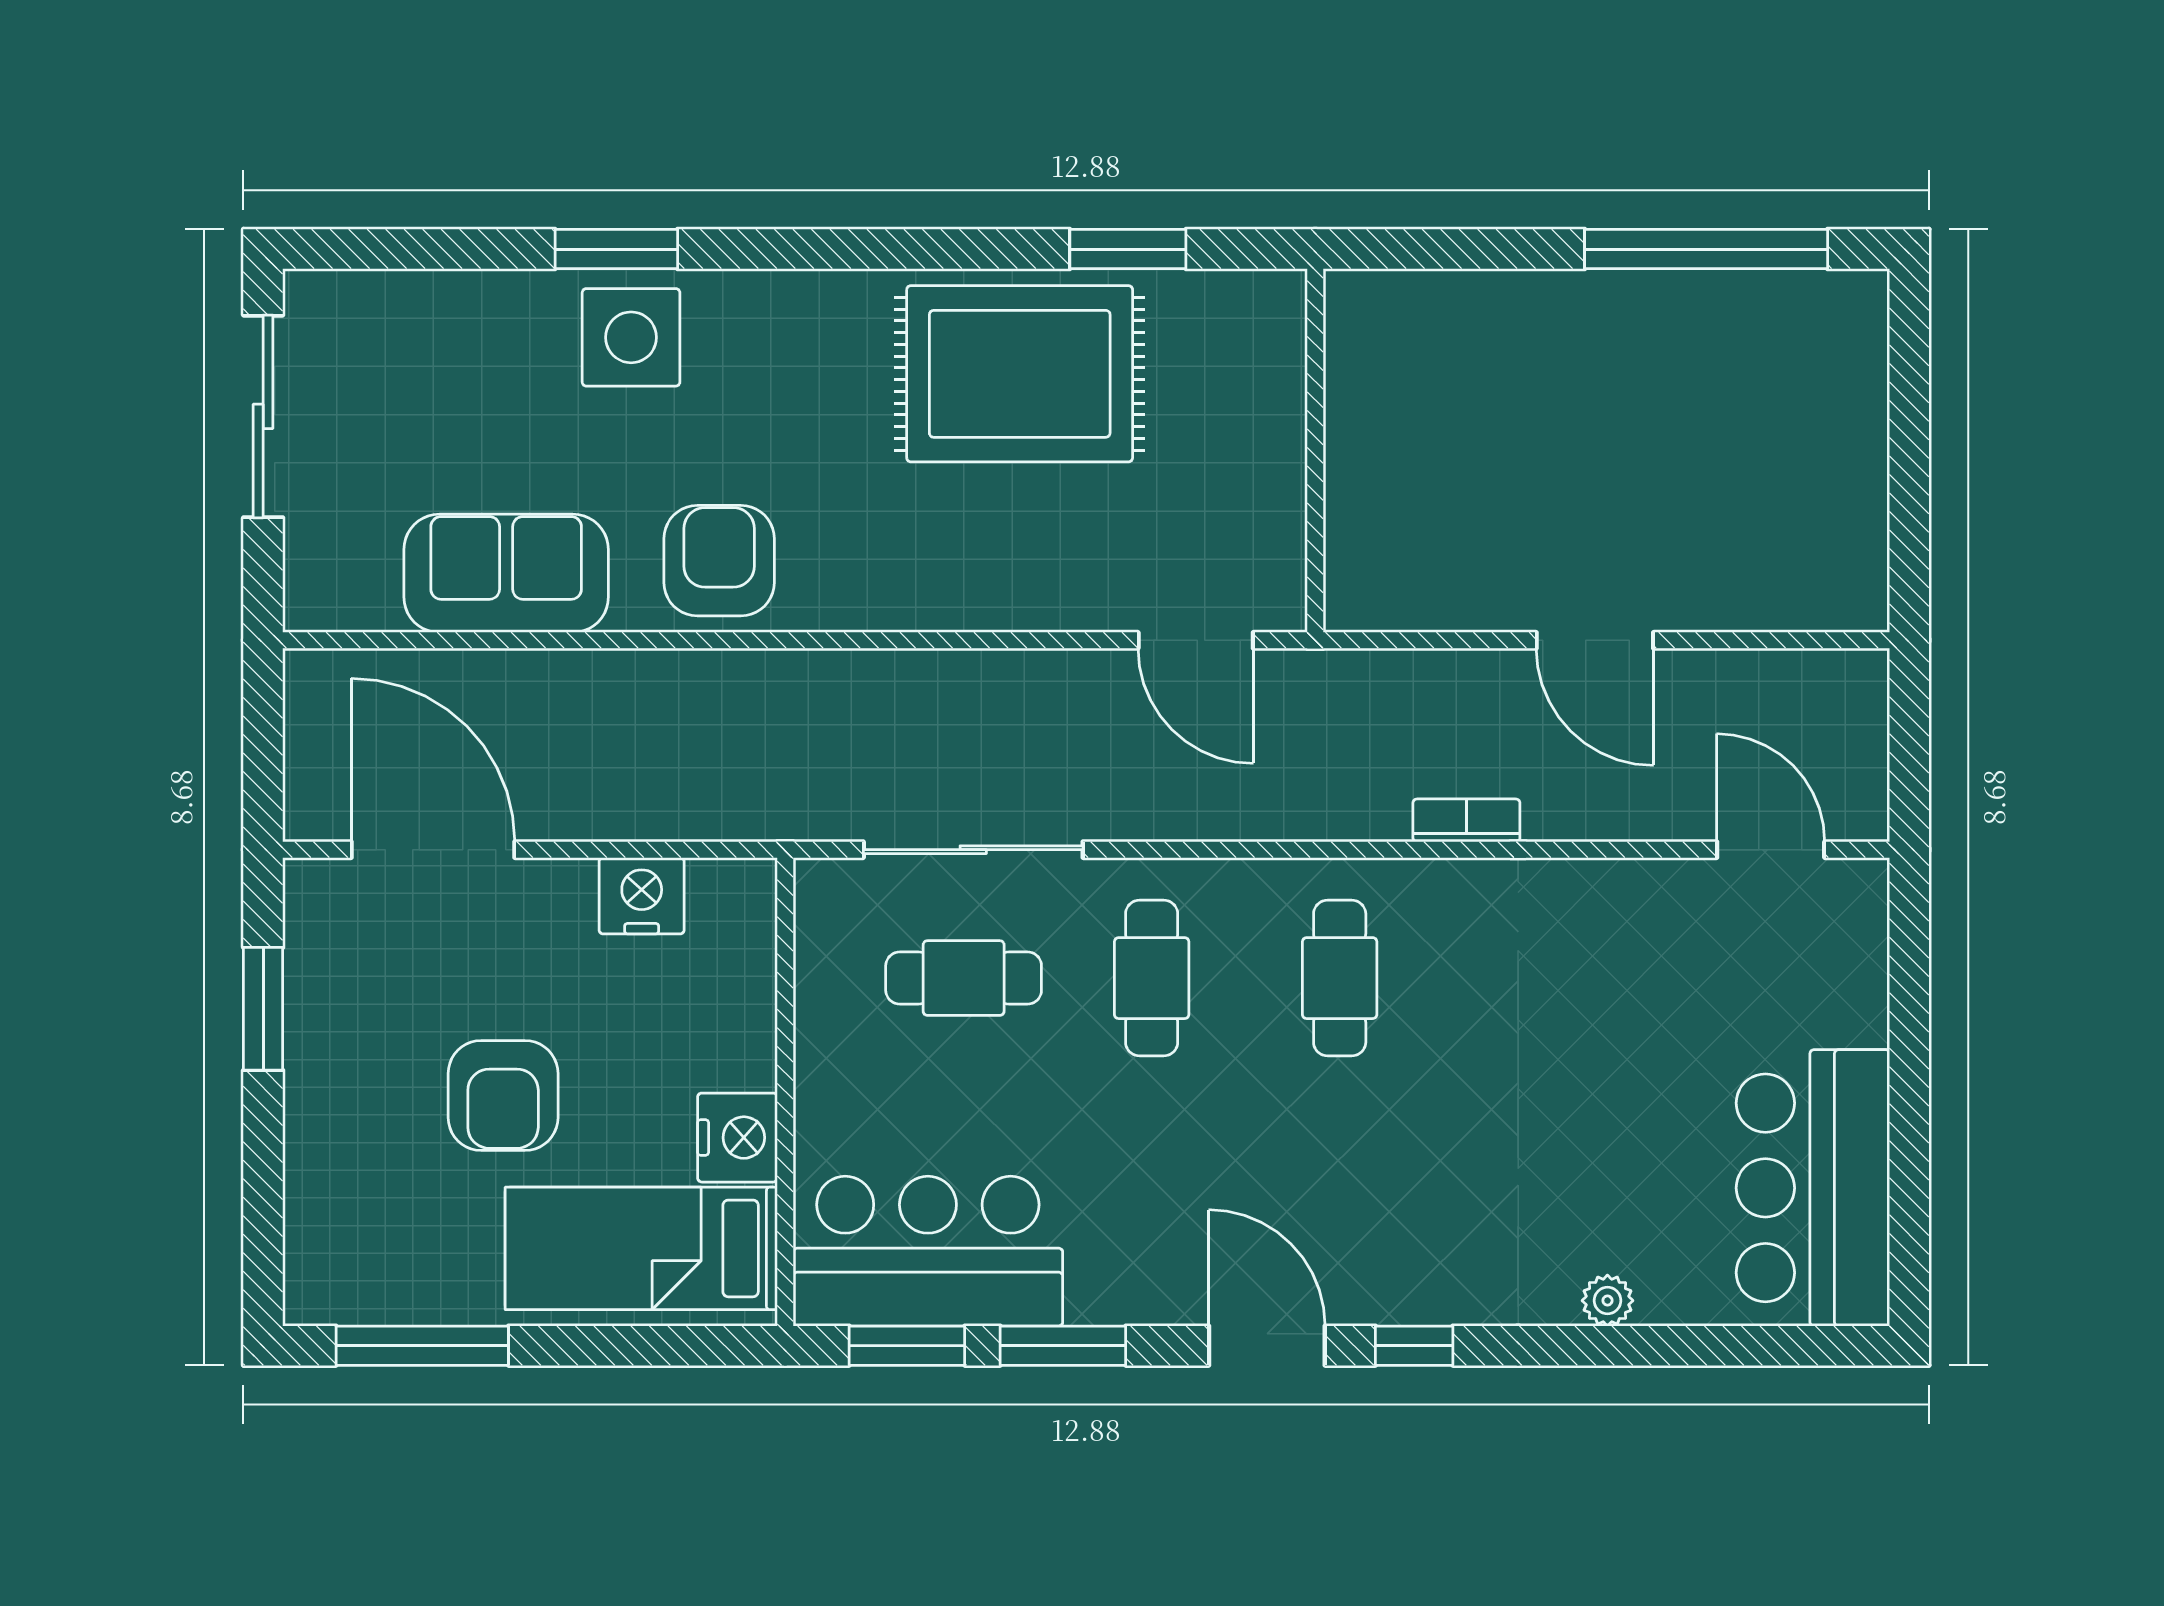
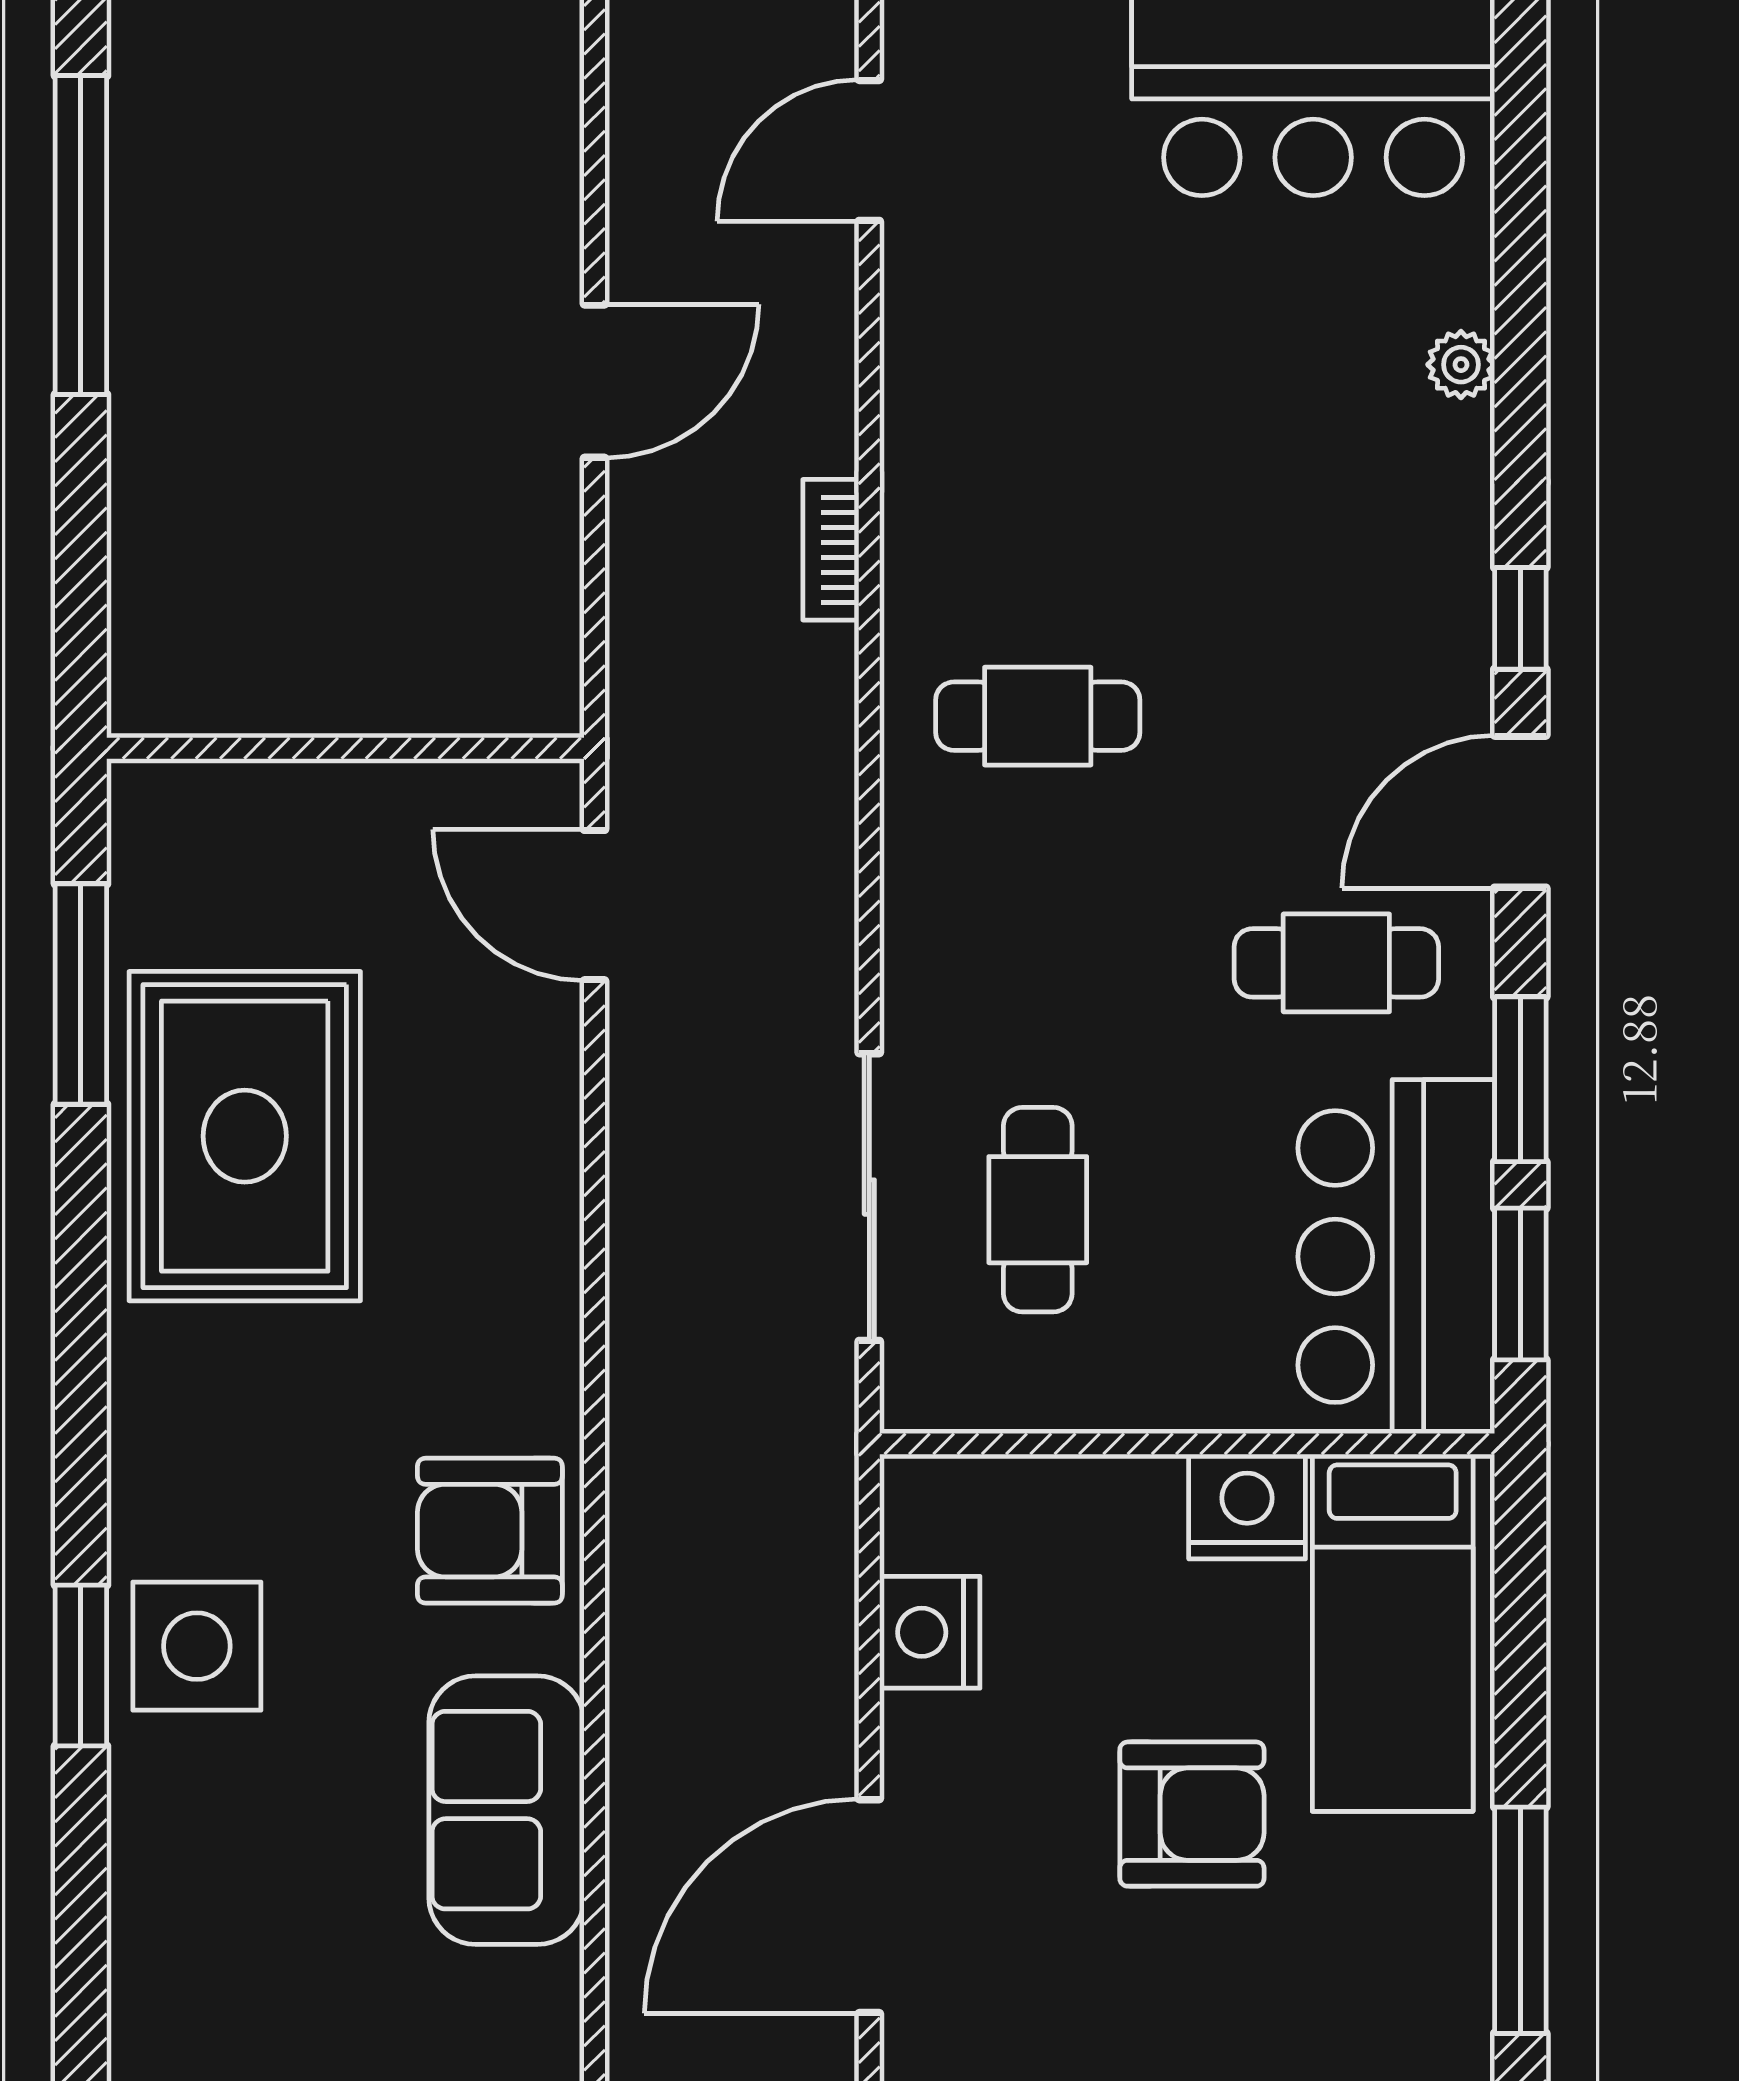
window: (1128, 249) -> (81, 994), width x1.44
door: (1196, 640) -> (594, 905), swing flipped
cafe table: (1152, 978) -> (1336, 963), moved

